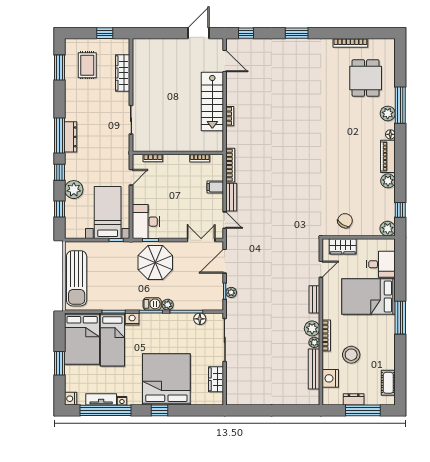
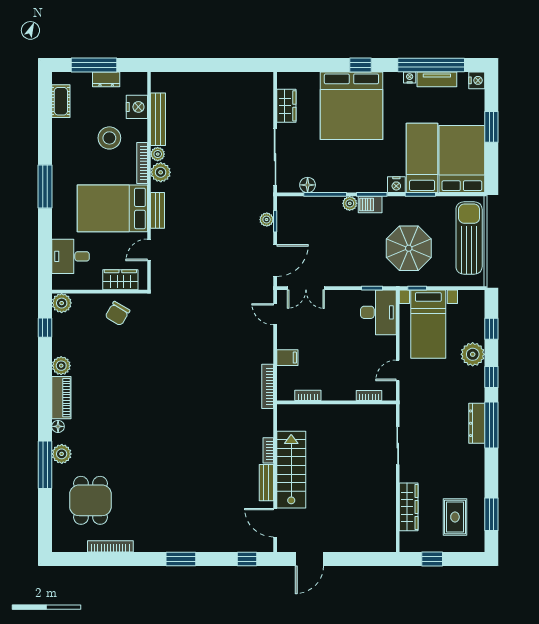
bench: (231, 197) -> (266, 483), moved
parasol: (155, 263) -> (409, 248), moved
bed: (368, 296) -> (112, 208), moved, turned 180

